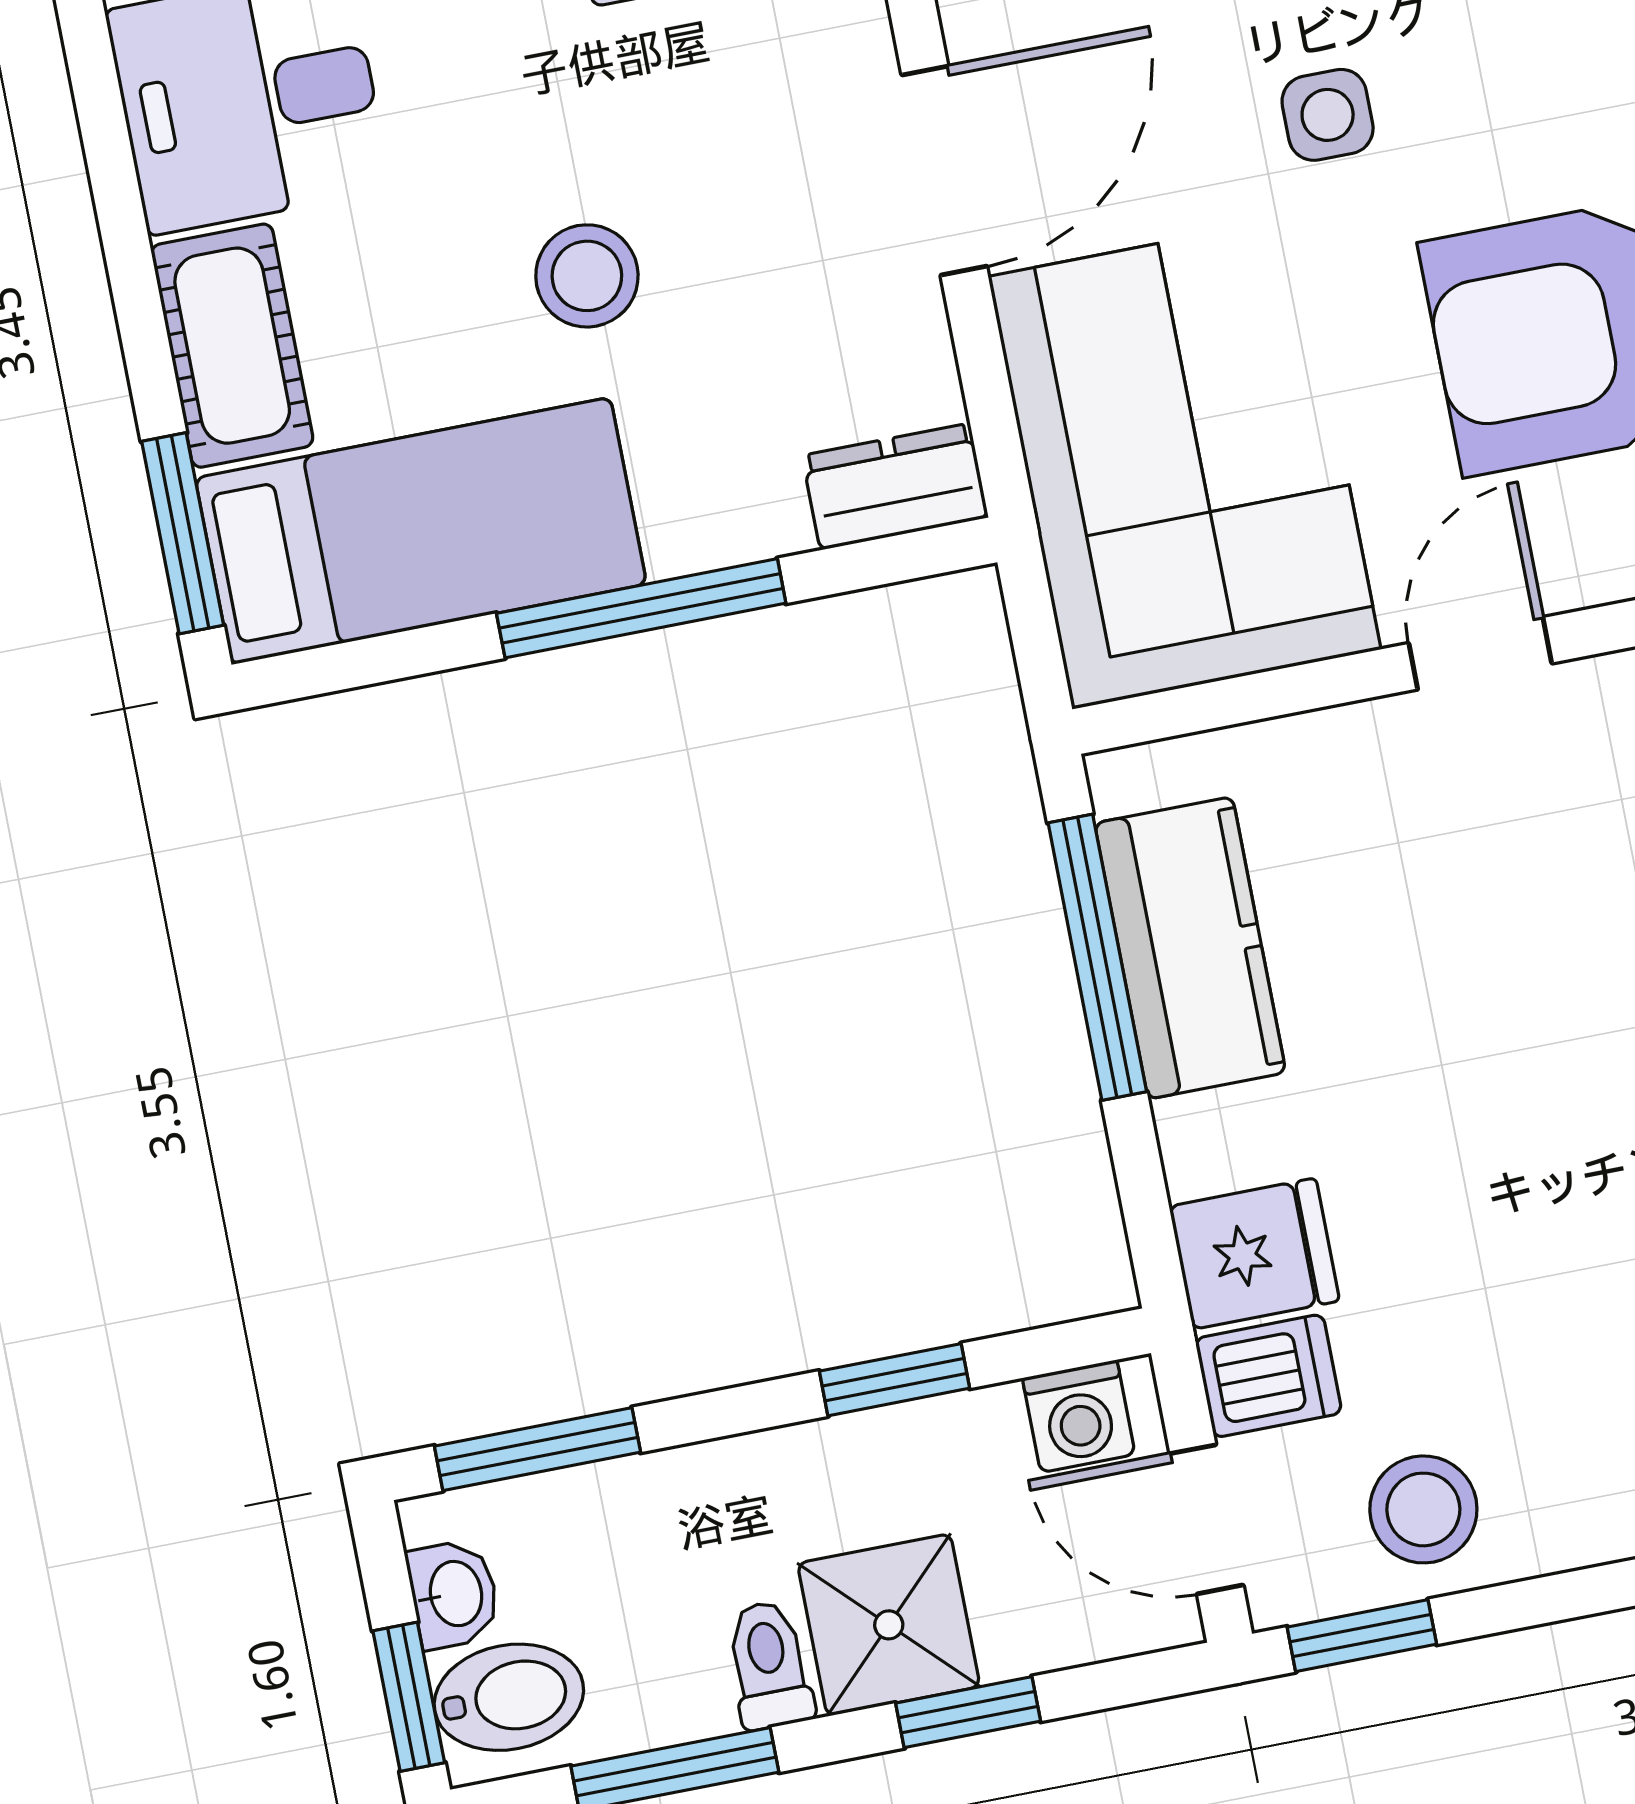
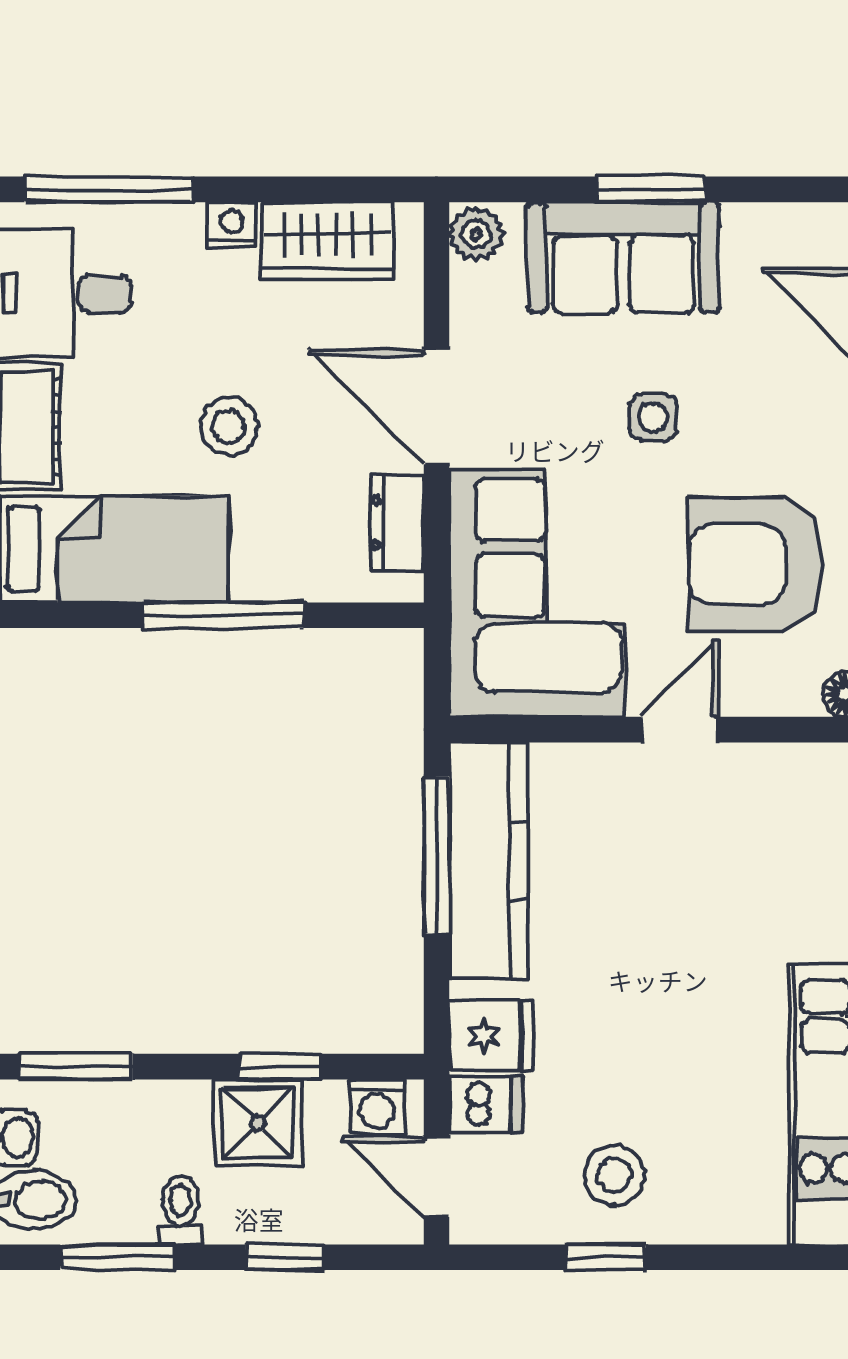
door: (944, 171) -> (436, 407), swing flipped
dresser: (895, 487) -> (397, 523), moved, turned -90
kitchen counter: (1190, 948) -> (489, 861), width x1.50
stool: (1423, 1509) -> (614, 1175), moved
shower: (889, 1625) -> (258, 1123), moved
window: (1362, 1636) -> (606, 1257), moved

